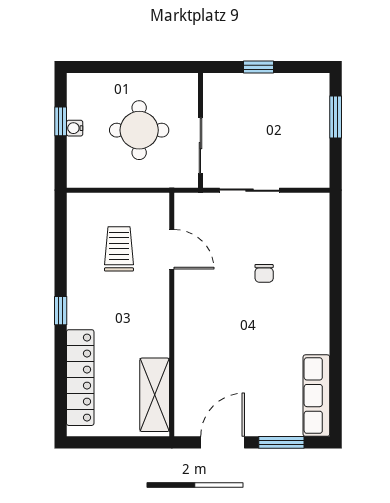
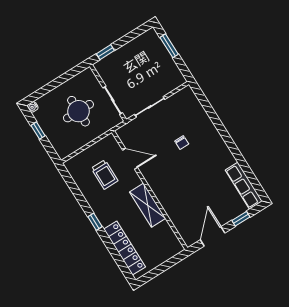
window: (259, 67) -> (105, 52), moved
water cooler: (75, 128) -> (33, 107), moved
trolley: (119, 249) -> (105, 174), turned 180
shelving: (155, 395) -> (148, 205), moved
window: (281, 442) -> (241, 219), width x0.67

